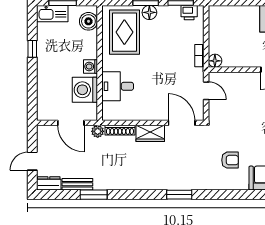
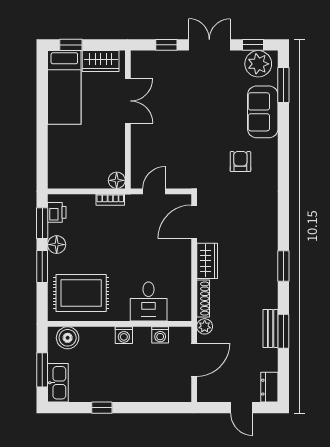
floor lamp: (149, 12) -> (57, 245), moved
washing machine: (85, 90) -> (160, 335), width x0.53, depth x0.53
bench: (77, 184) -> (271, 329), moved
window: (179, 195) -> (283, 266), moved

